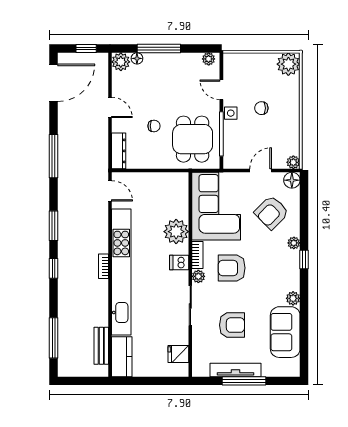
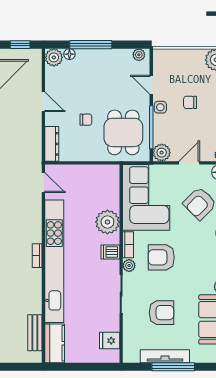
plant: (232, 160) -> (162, 153), added

